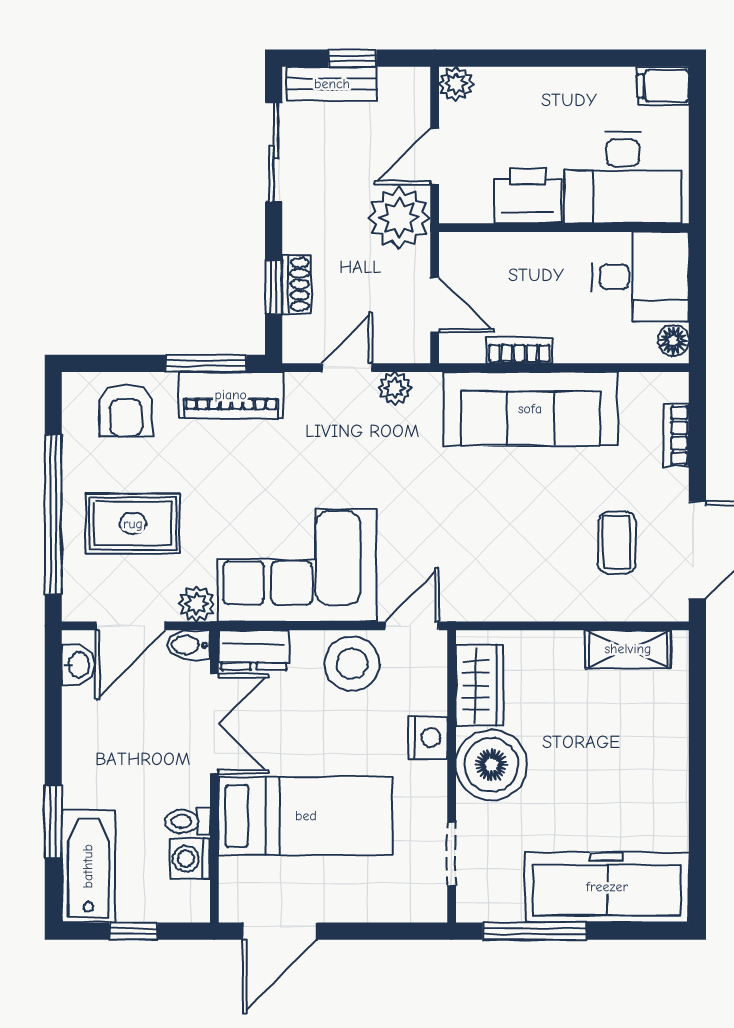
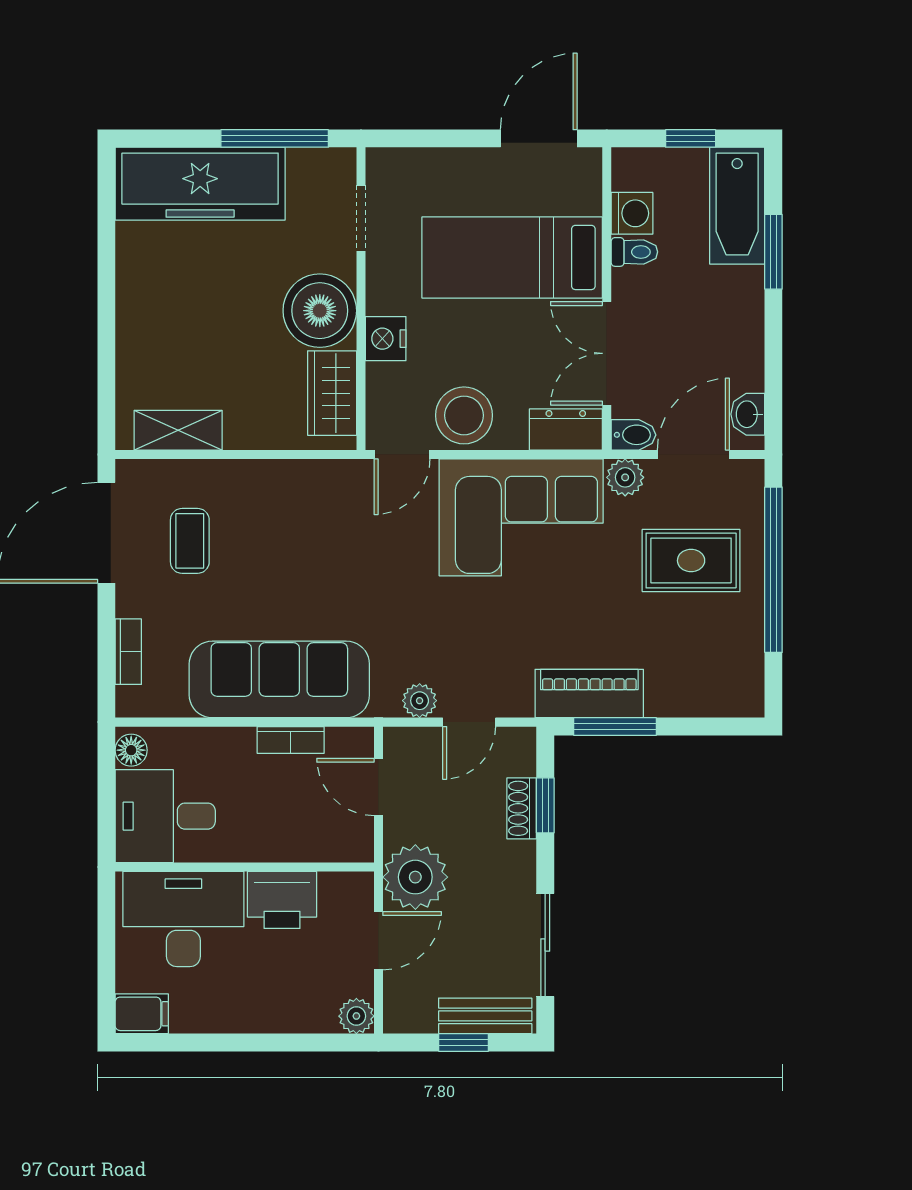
armchair: (126, 411) -> (698, 677), removed

